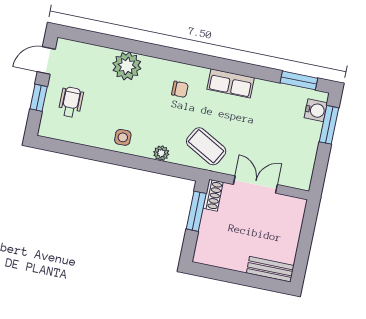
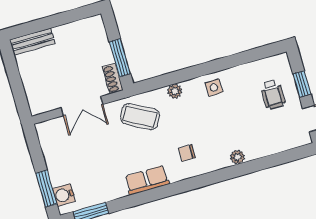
plant: (127, 66) -> (237, 157), width x0.53, depth x0.53

